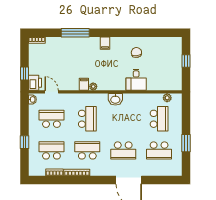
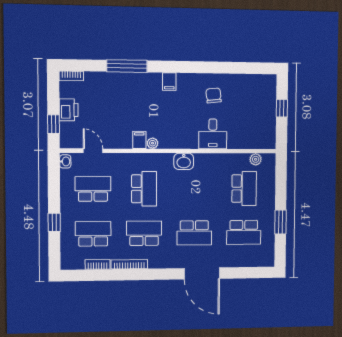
printer: (35, 83) -> (69, 110), moved

